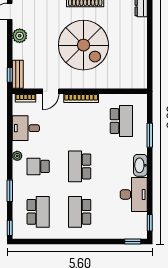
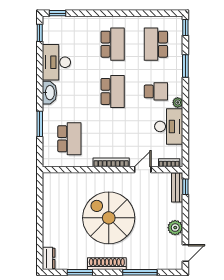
school desk: (121, 121) -> (69, 139), turned 180
desk: (26, 128) -> (169, 126), width x1.37

